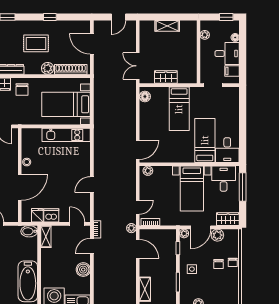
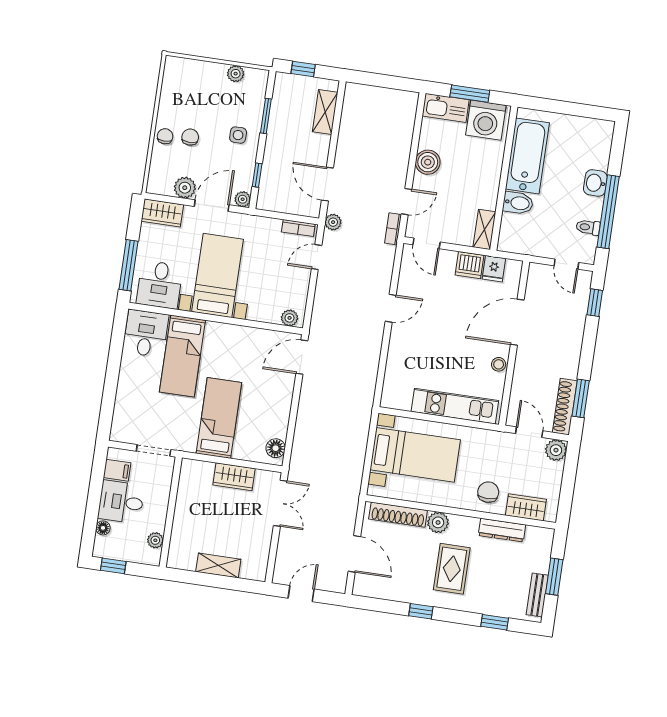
rug: (36, 43) -> (452, 569), turned 90
kitchen unit: (66, 135) -> (455, 406), moved
bidet: (29, 231) -> (518, 203), moved

